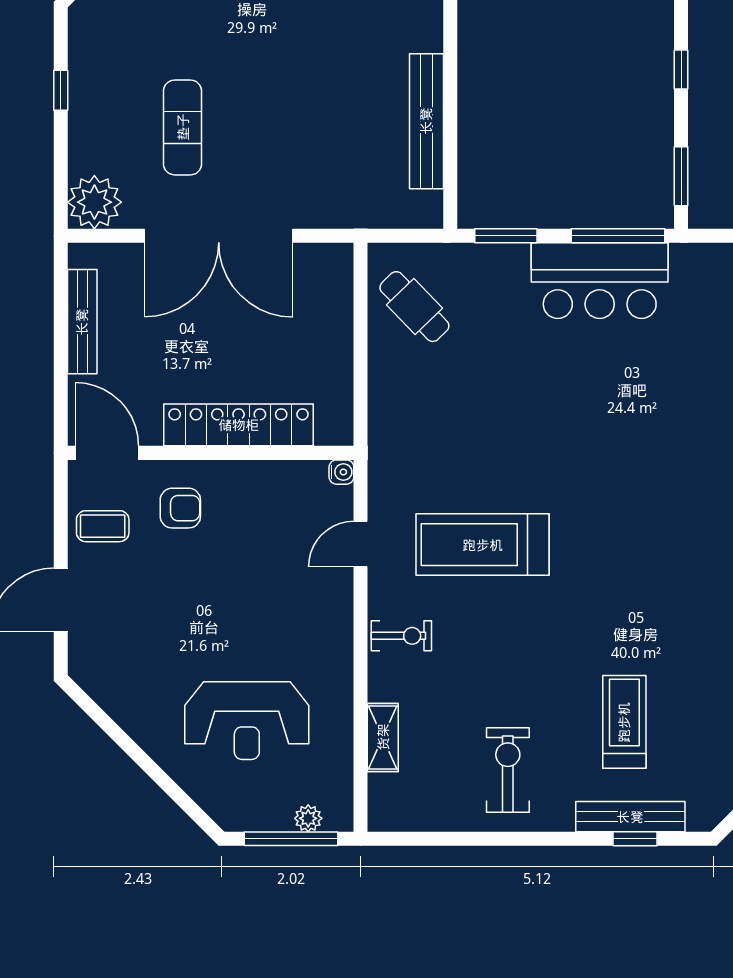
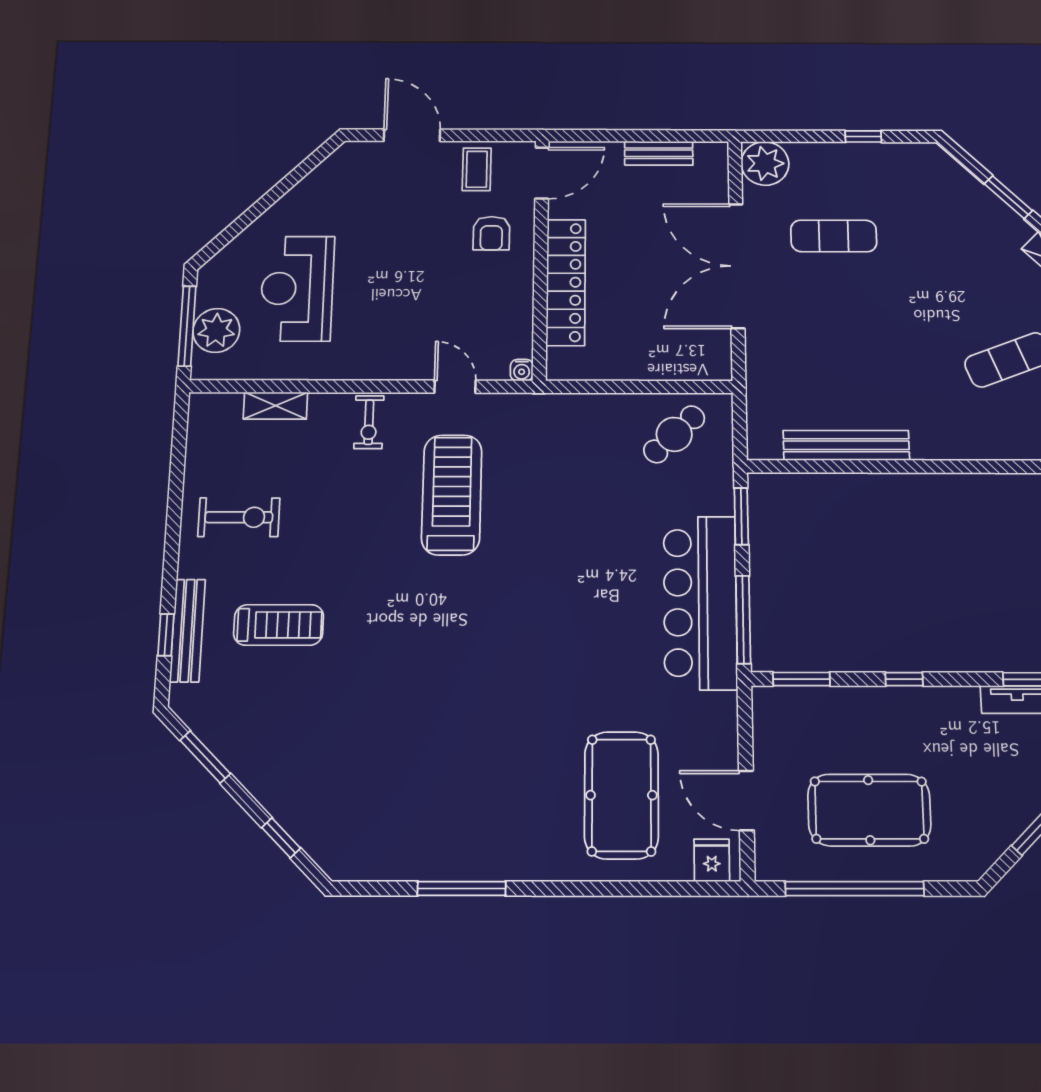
bar counter: (600, 281) -> (700, 602), width x1.36
bench: (82, 322) -> (659, 153), width x0.73
plant: (308, 818) -> (216, 330), width x1.87, depth x1.87

